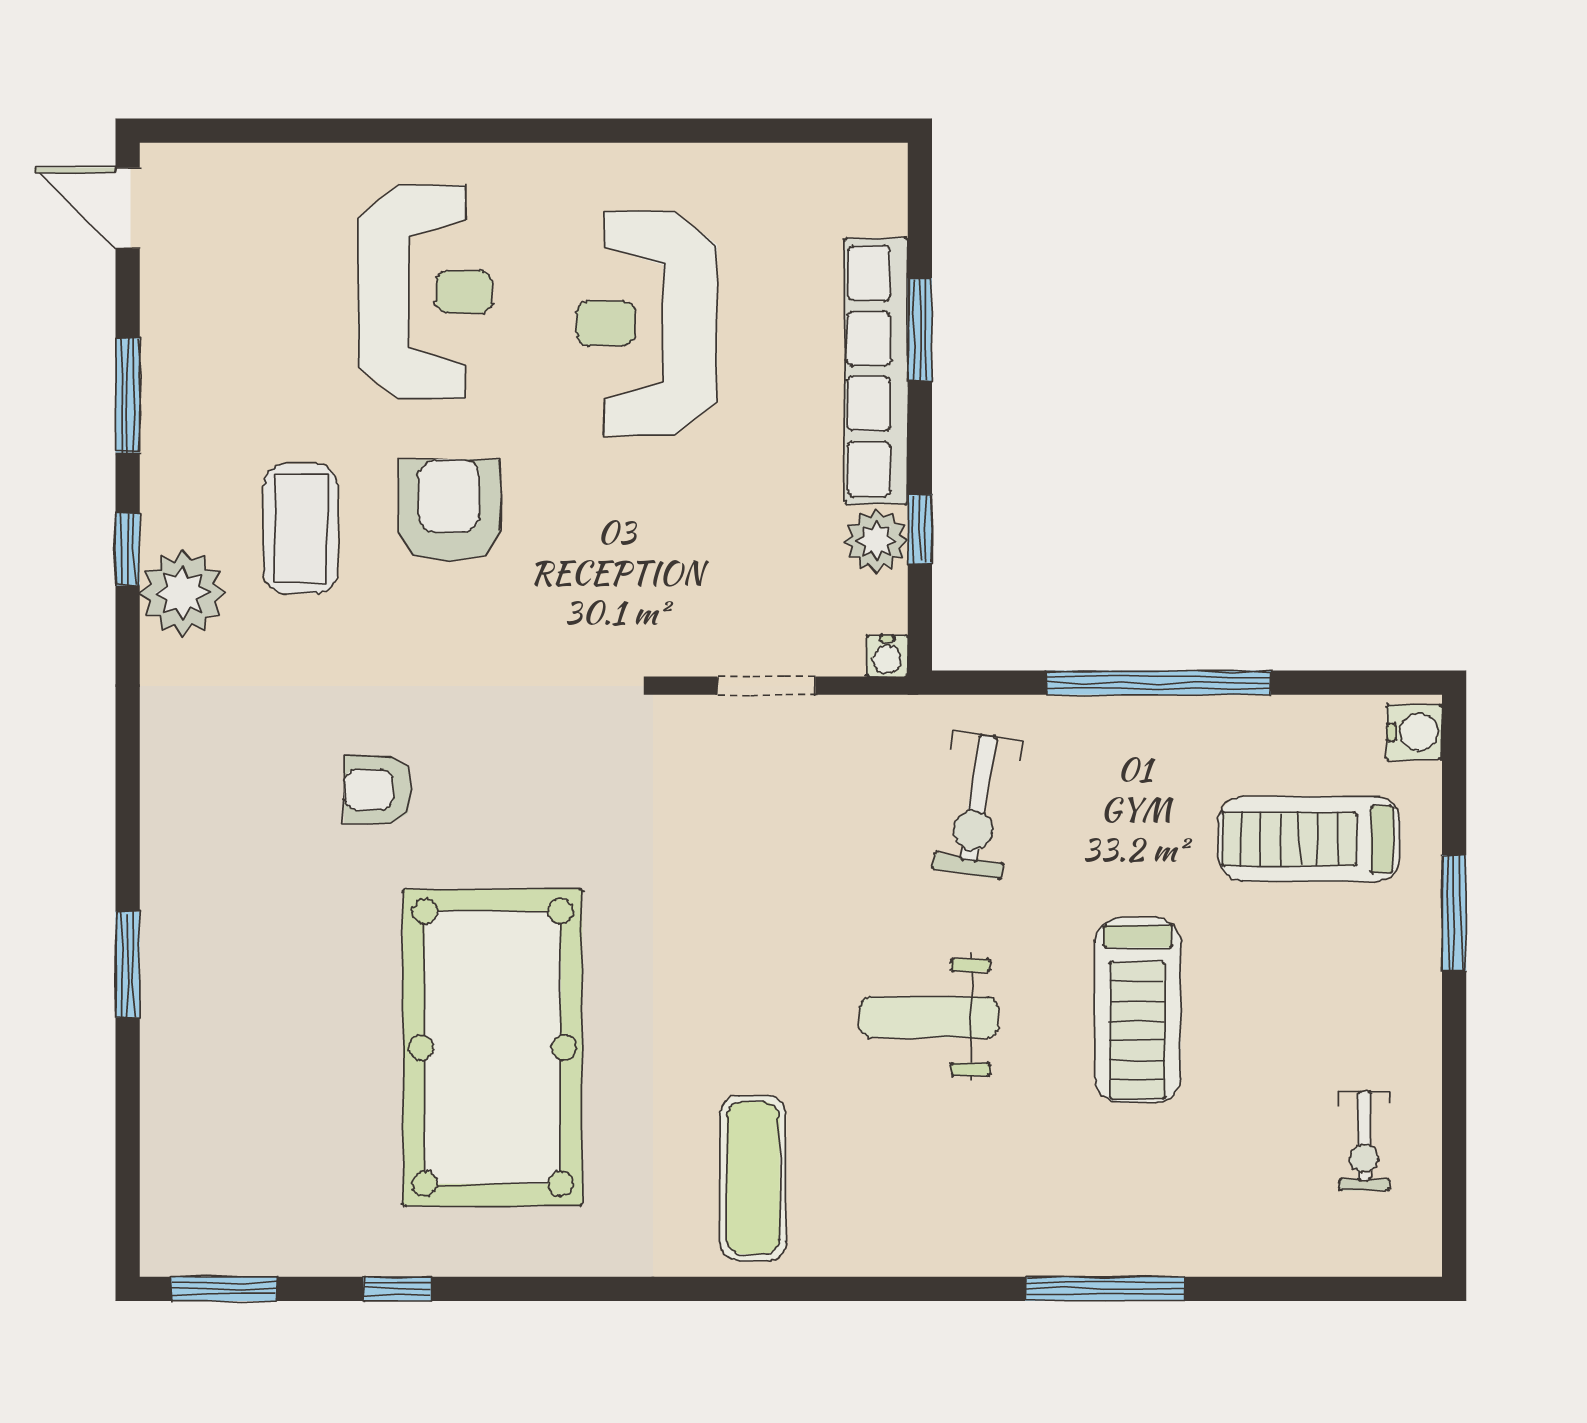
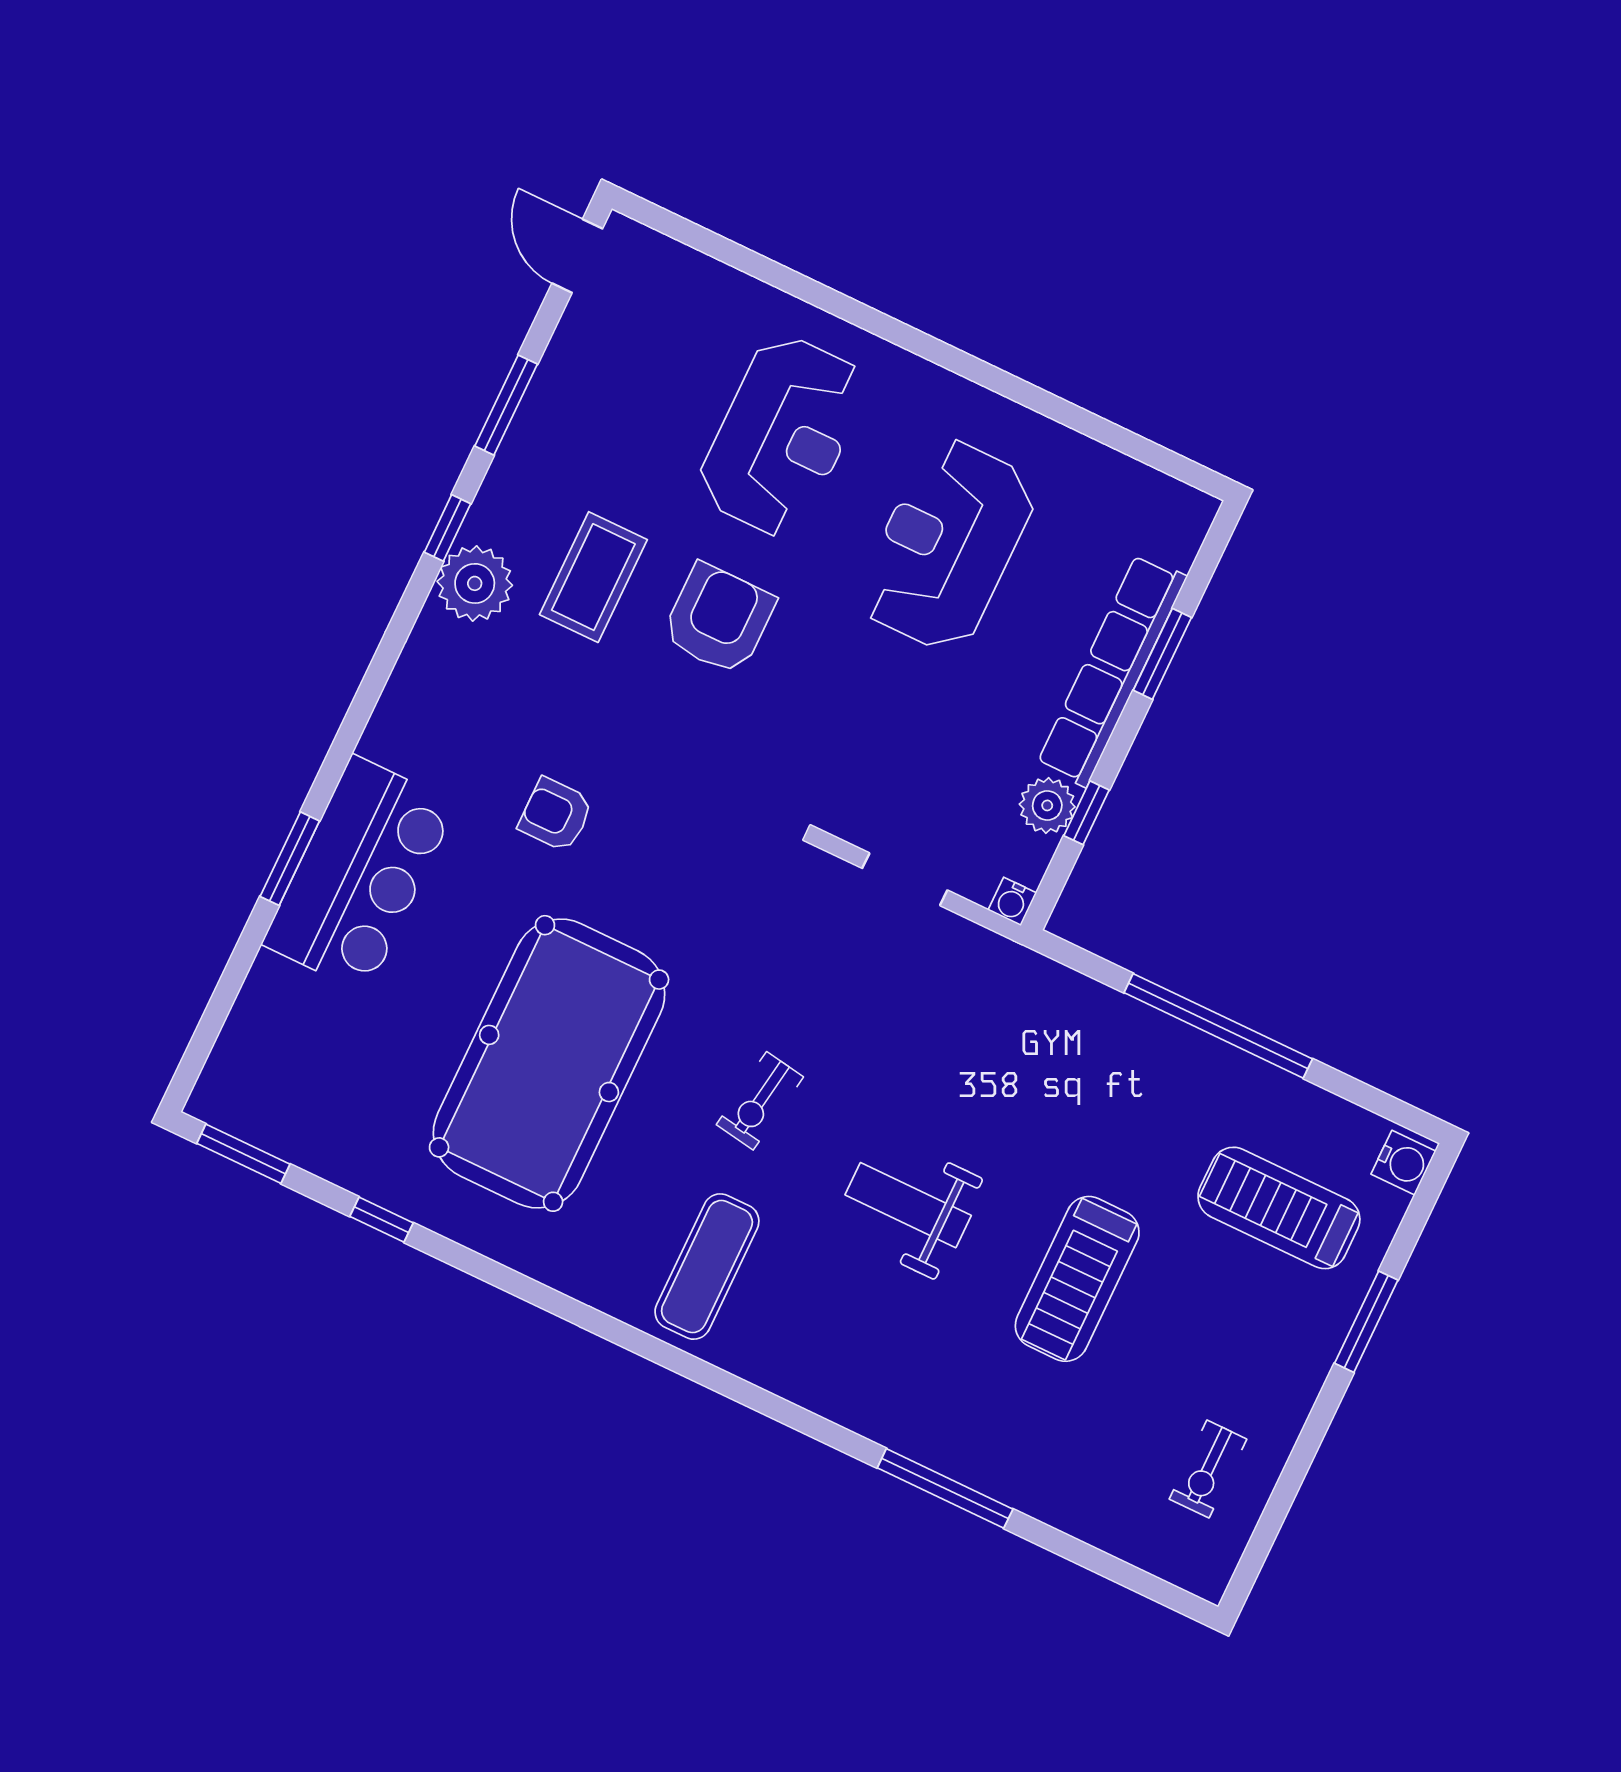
exercise bike: (977, 805) -> (760, 1101), moved, width x0.73, depth x0.72
bar counter: (206, 946) -> (359, 874), added

